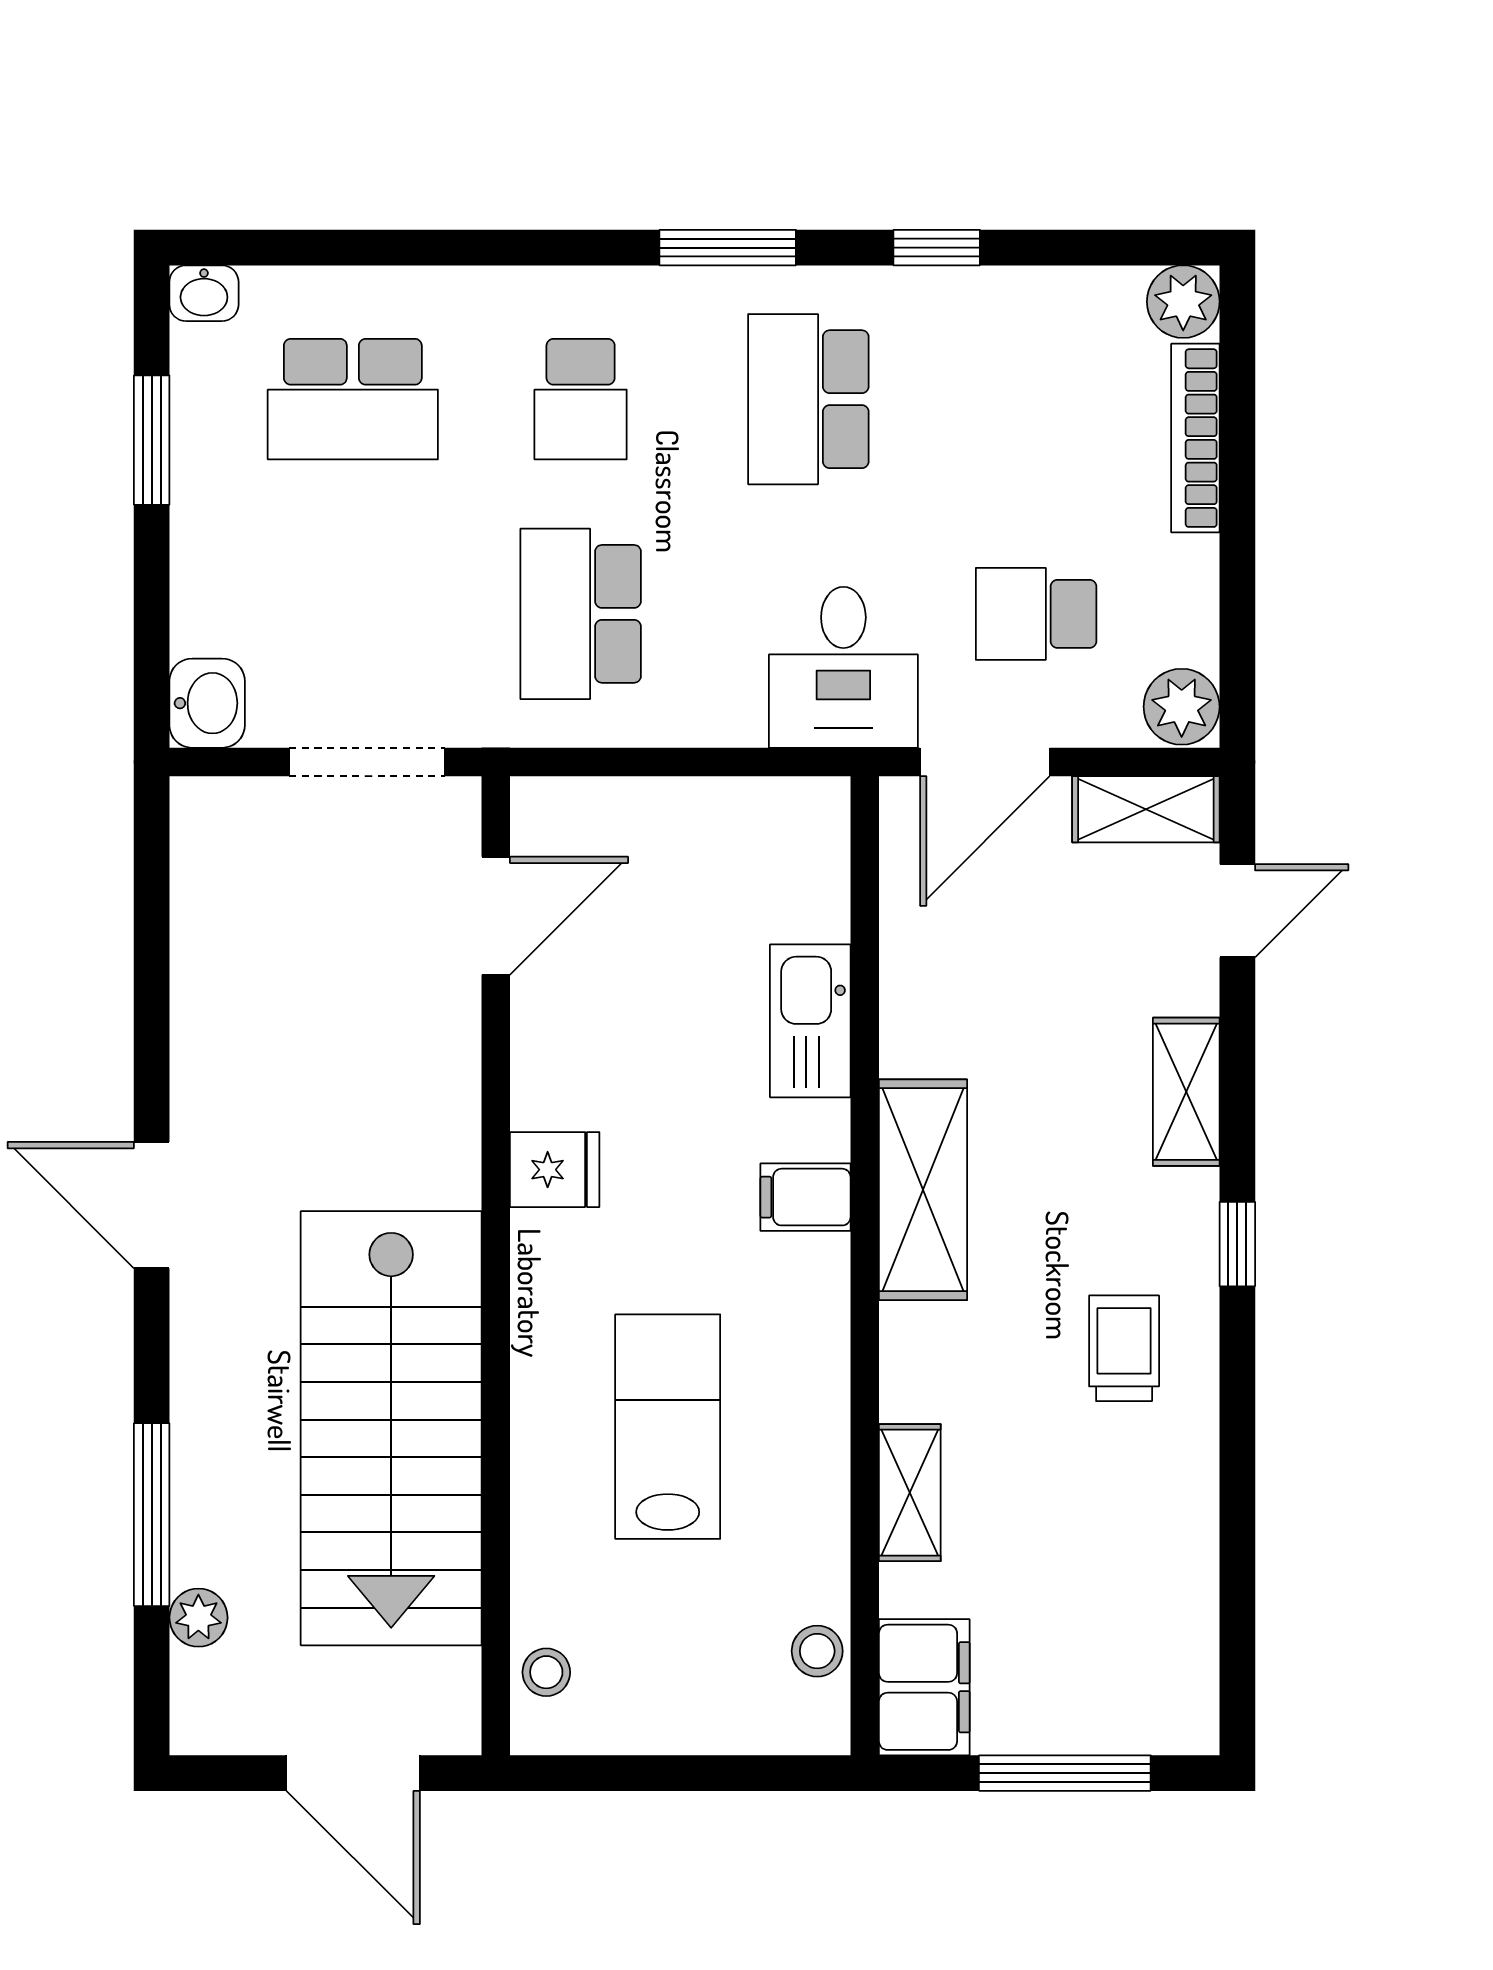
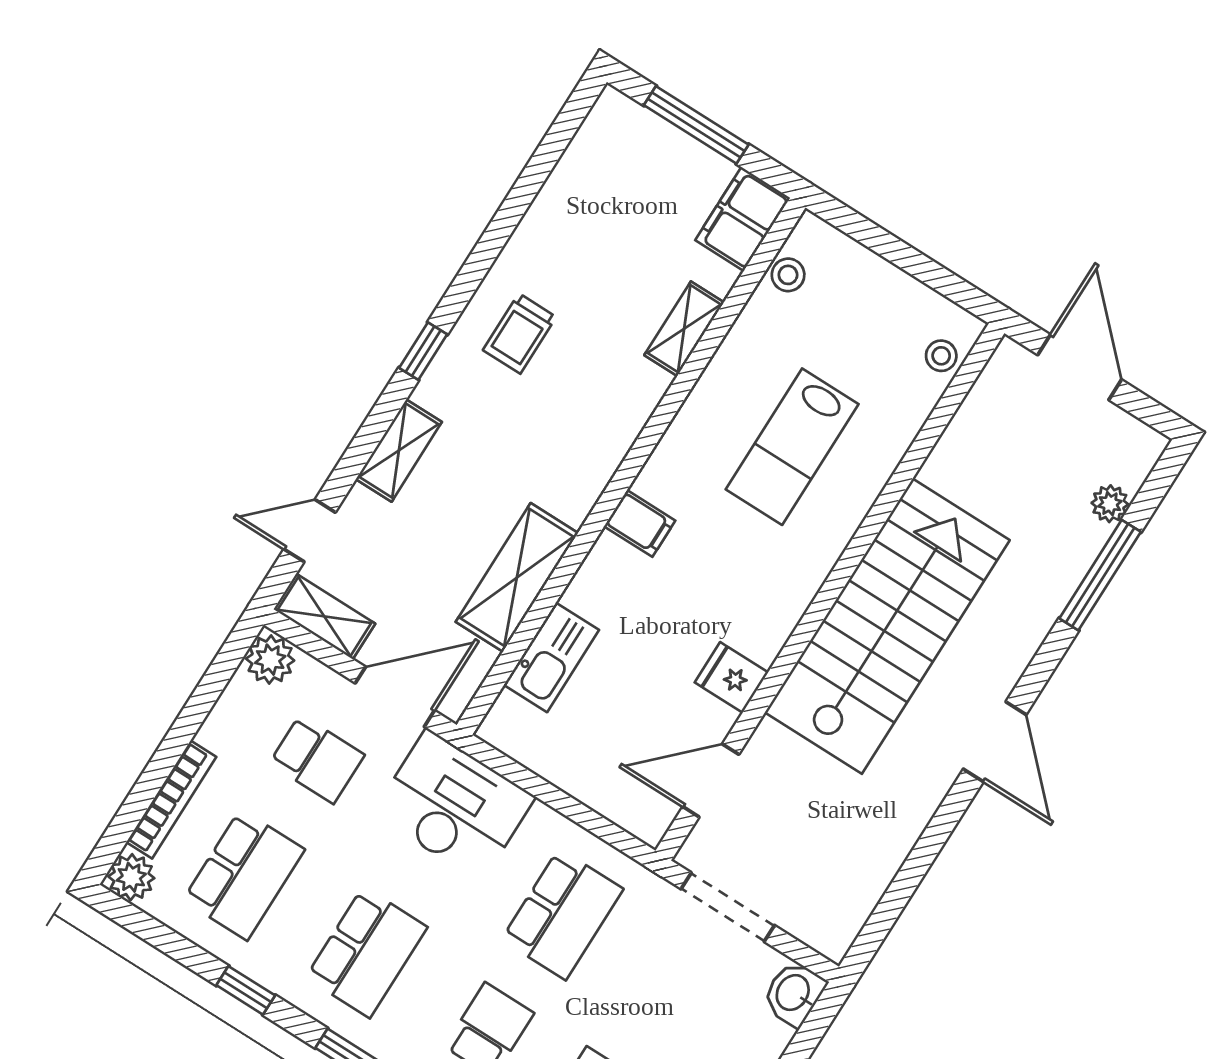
school desk: (1036, 399) -> (244, 875), added
desk: (843, 667) -> (454, 805), width x1.37
kitchen sink: (810, 1021) -> (551, 657), moved
fridge: (555, 1170) -> (731, 677), moved
shelving: (923, 1190) -> (517, 577), moved
stairs: (391, 1428) -> (887, 626), moved

